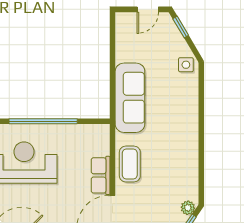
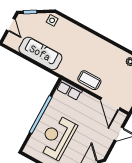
sofa: (130, 98) -> (40, 53), moved
row of seats: (101, 175) -> (69, 90), moved

